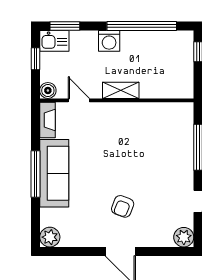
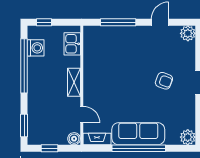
kitchen sink: (54, 41) -> (72, 44), moved, turned 180
washing machine: (109, 41) -> (36, 48), moved
door: (79, 100) -> (82, 115), swing flipped
window: (35, 174) -> (139, 148), width x1.46

